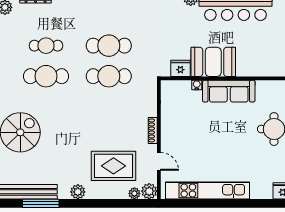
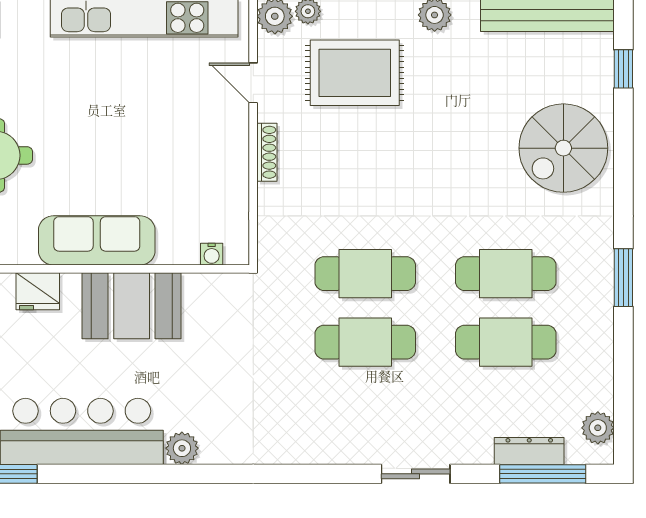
cafe table: (46, 46) -> (506, 342), width x1.37, depth x1.35
fridge: (180, 68) -> (38, 291), moved
water cooler: (197, 85) -> (212, 254), moved

